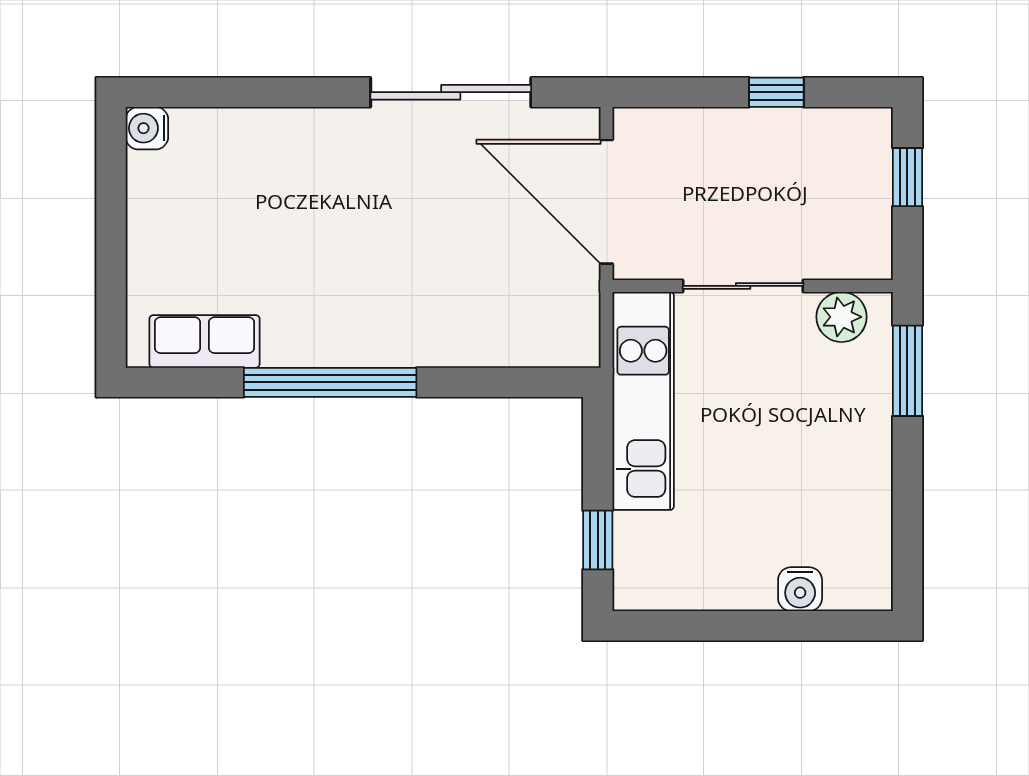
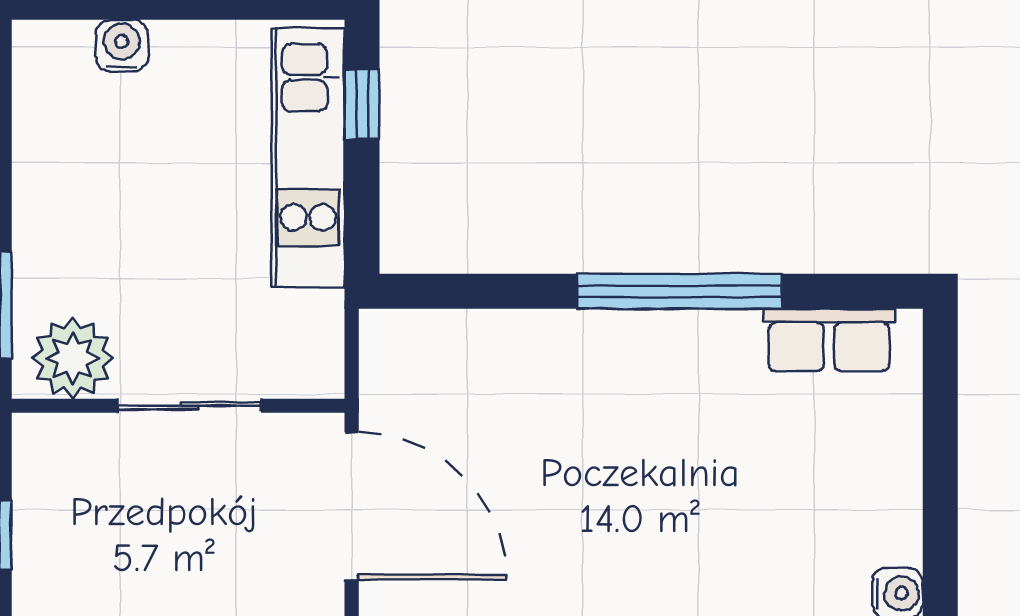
plant: (842, 317) -> (73, 358), width x1.36, depth x1.36
kitchen unit: (643, 401) -> (308, 158), moved

